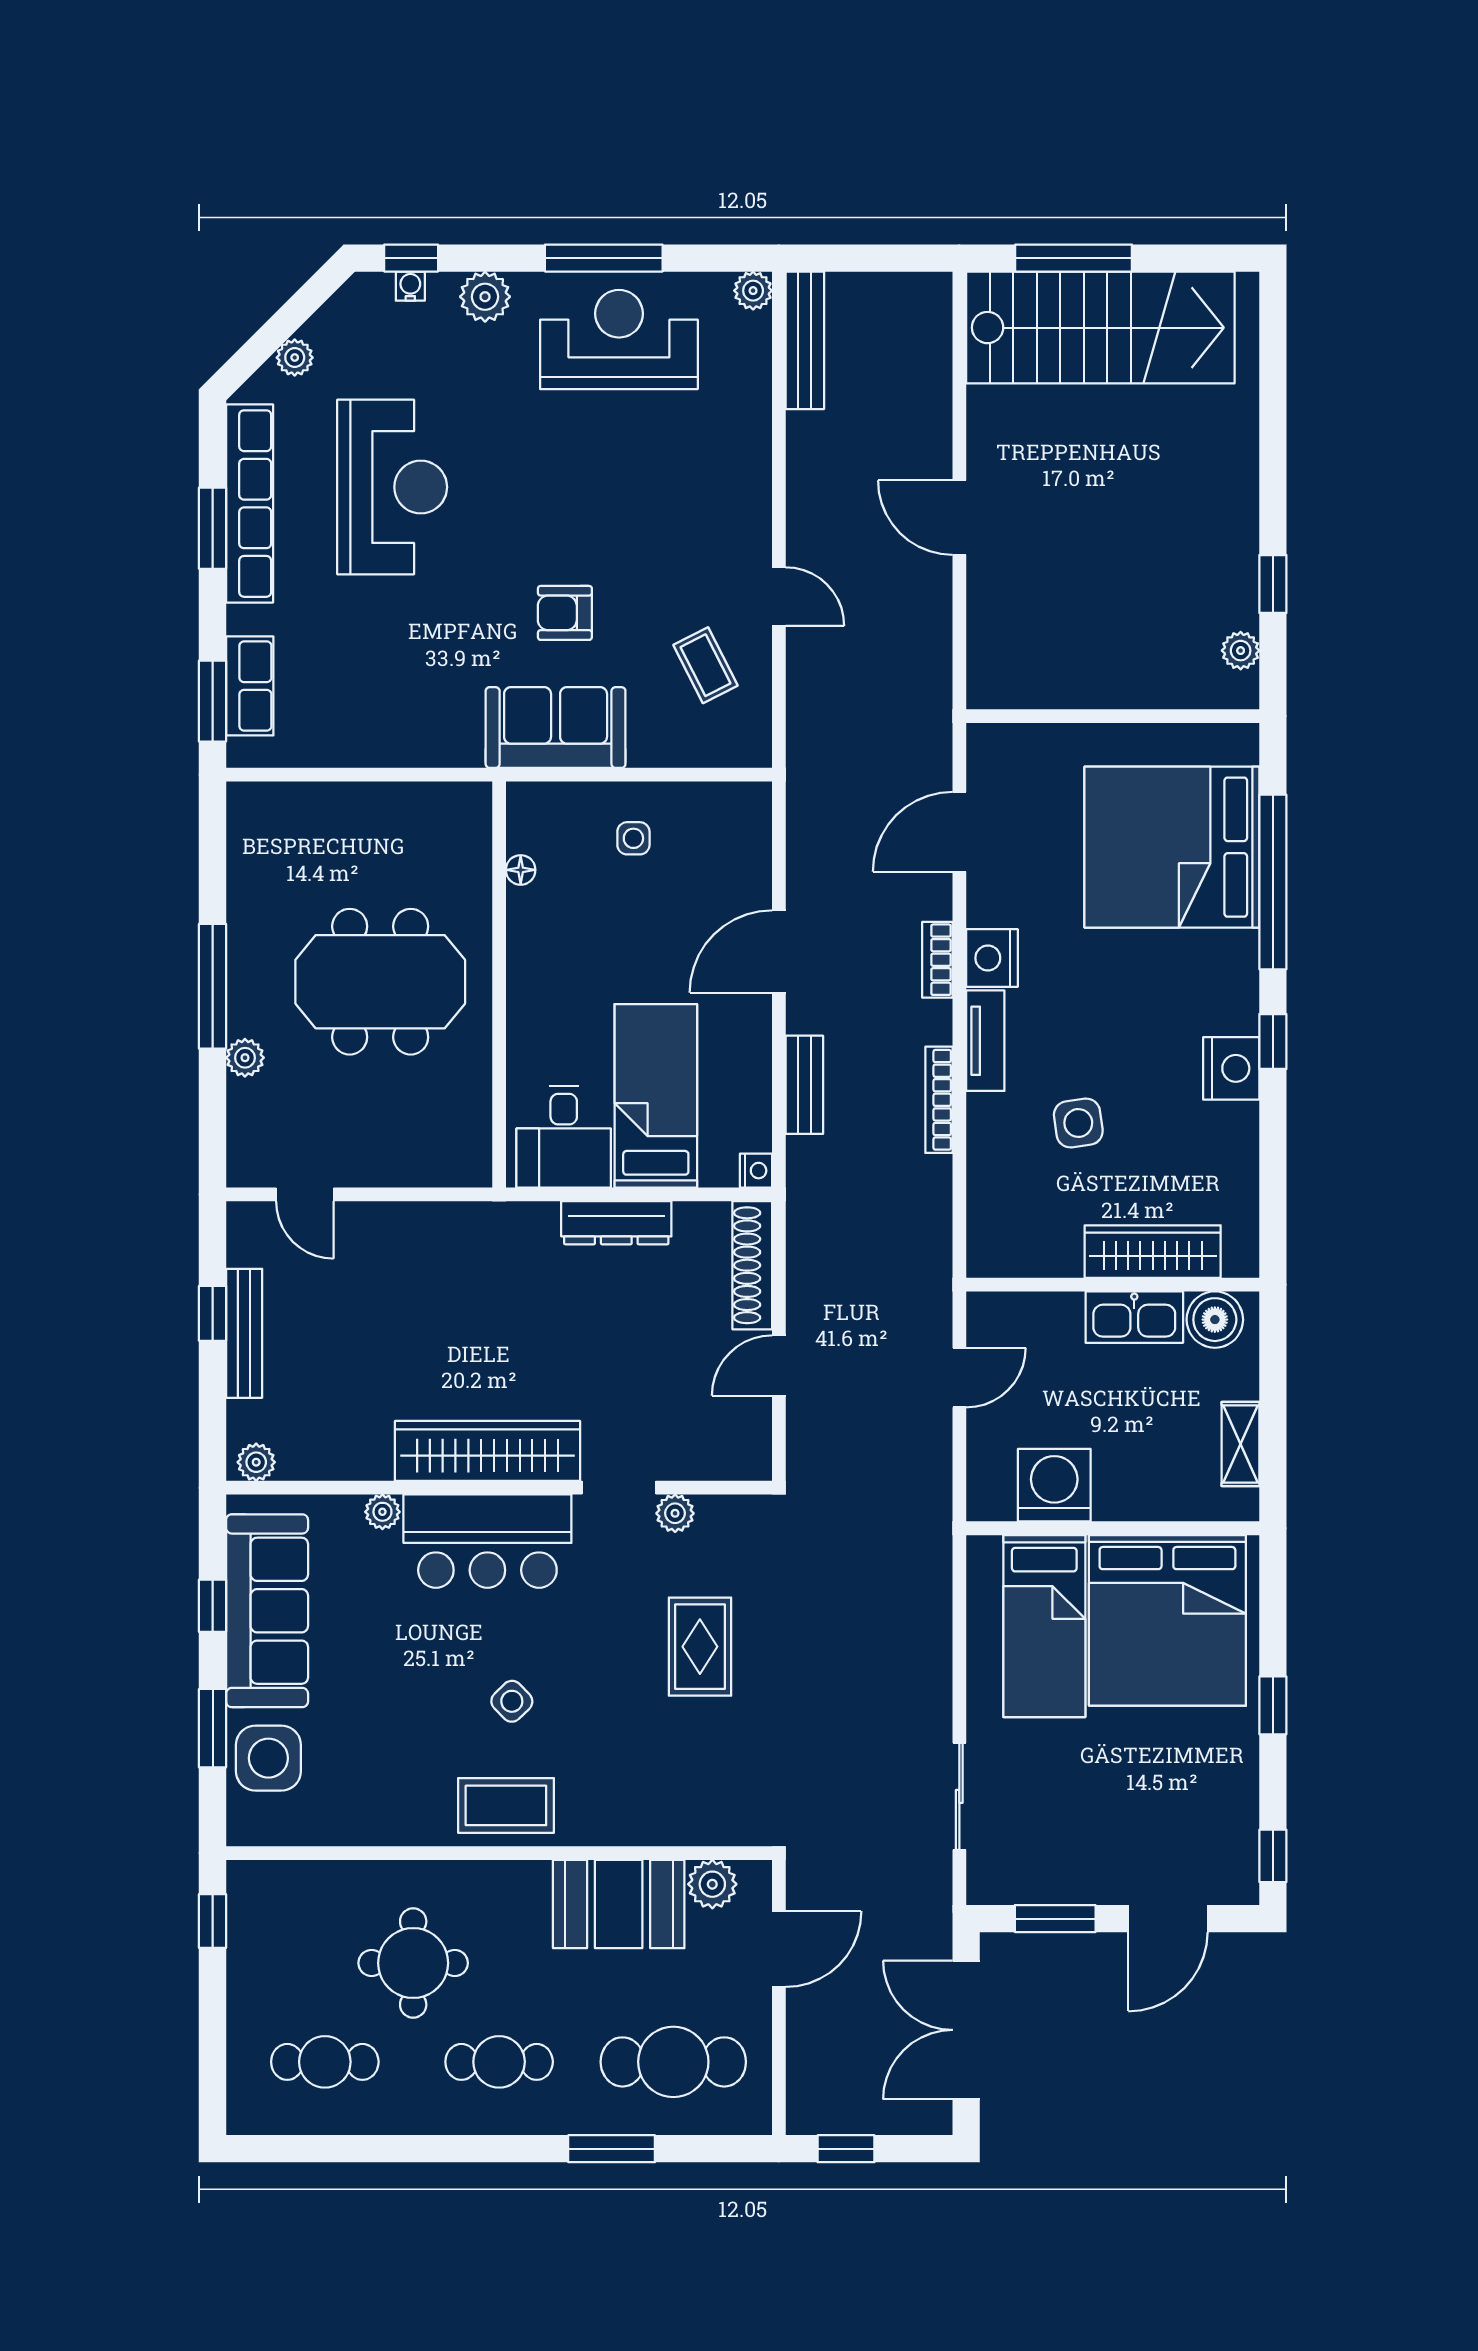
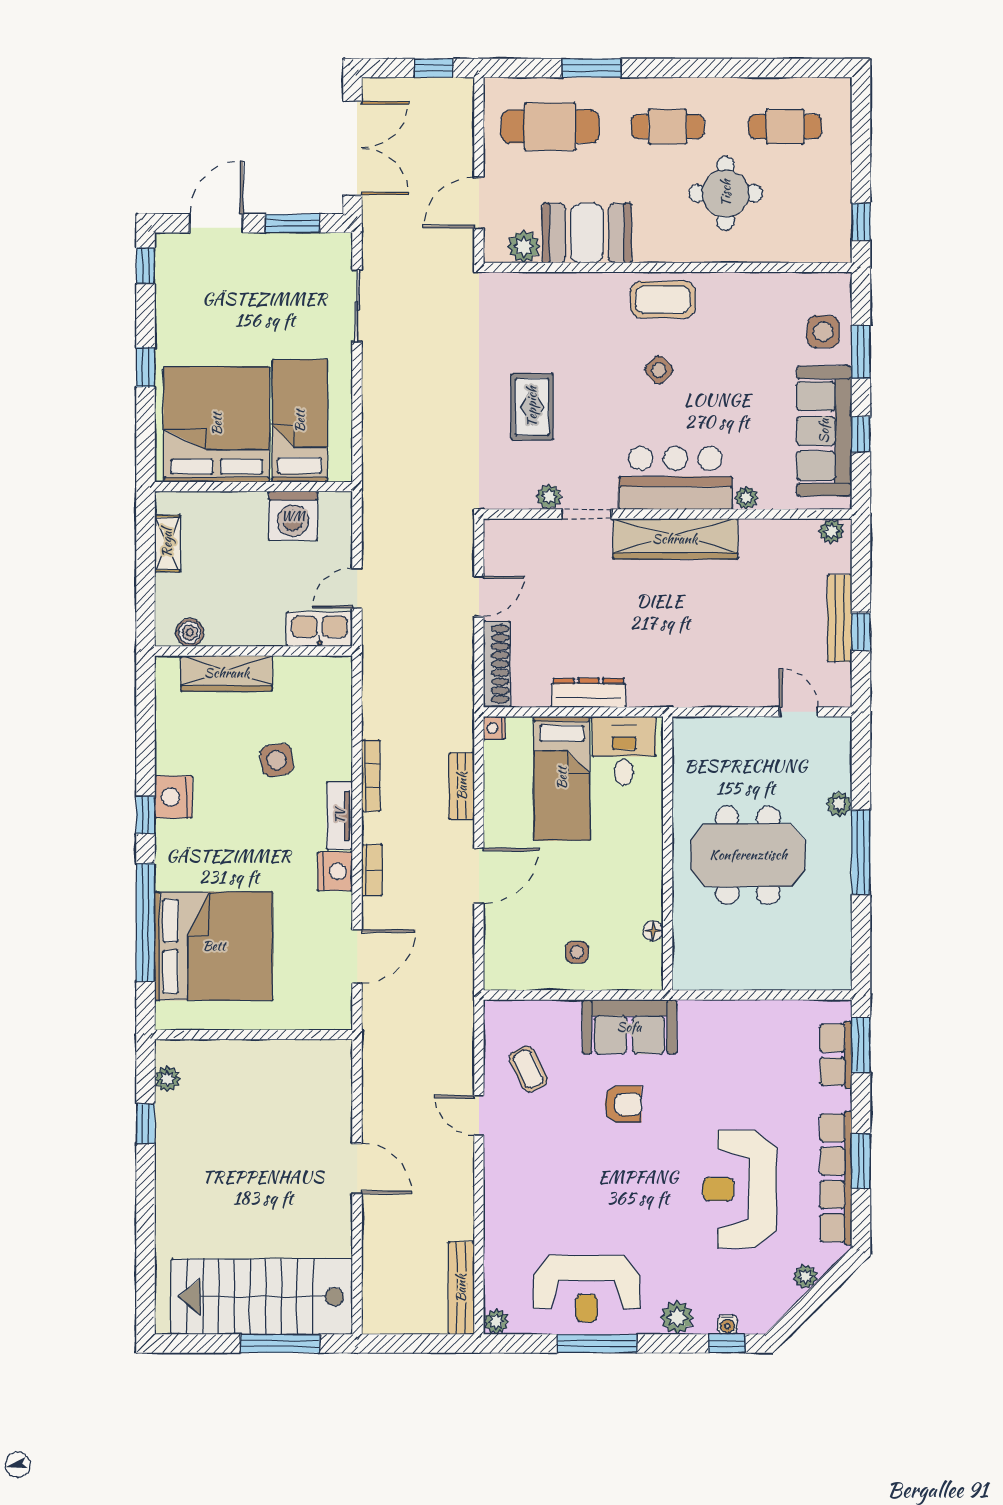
kitchen sink: (1134, 1317) -> (320, 629), moved
boiler: (1215, 1320) -> (190, 632), width x0.73, depth x0.73
side table: (268, 1758) -> (823, 332), width x0.73, depth x0.73

